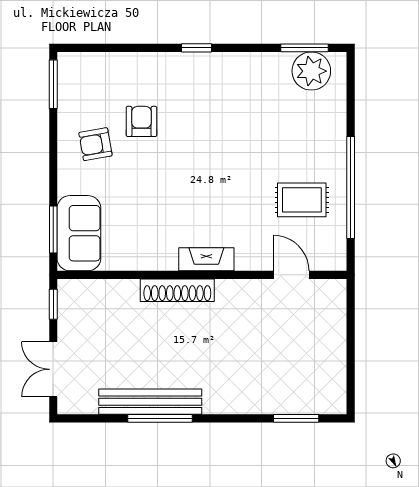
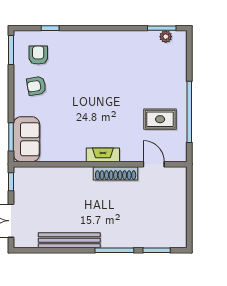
window: (196, 48) -> (50, 28), moved
plant: (311, 71) -> (166, 37), width x0.53, depth x0.53
armchair: (141, 121) -> (38, 55), moved
shoe rack: (177, 290) -> (116, 173), moved
window: (160, 418) -> (114, 250), moved

